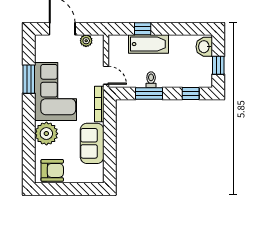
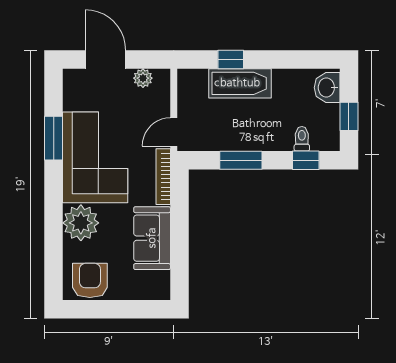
door: (106, 75) -> (174, 132), swing flipped
toilet: (151, 80) -> (302, 139), moved
armchair: (52, 170) -> (90, 280), turned -90

